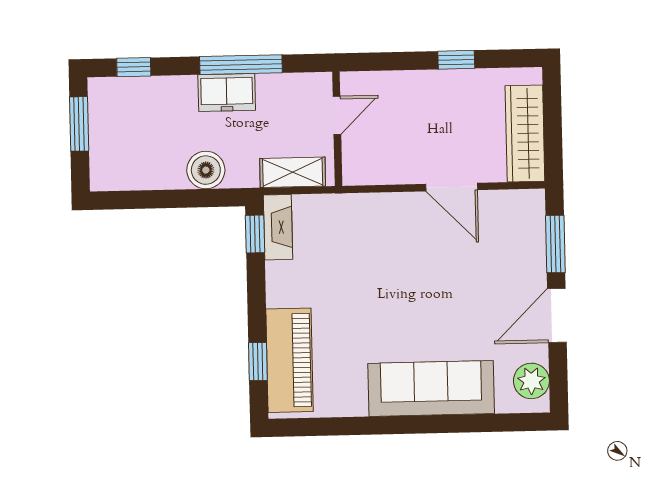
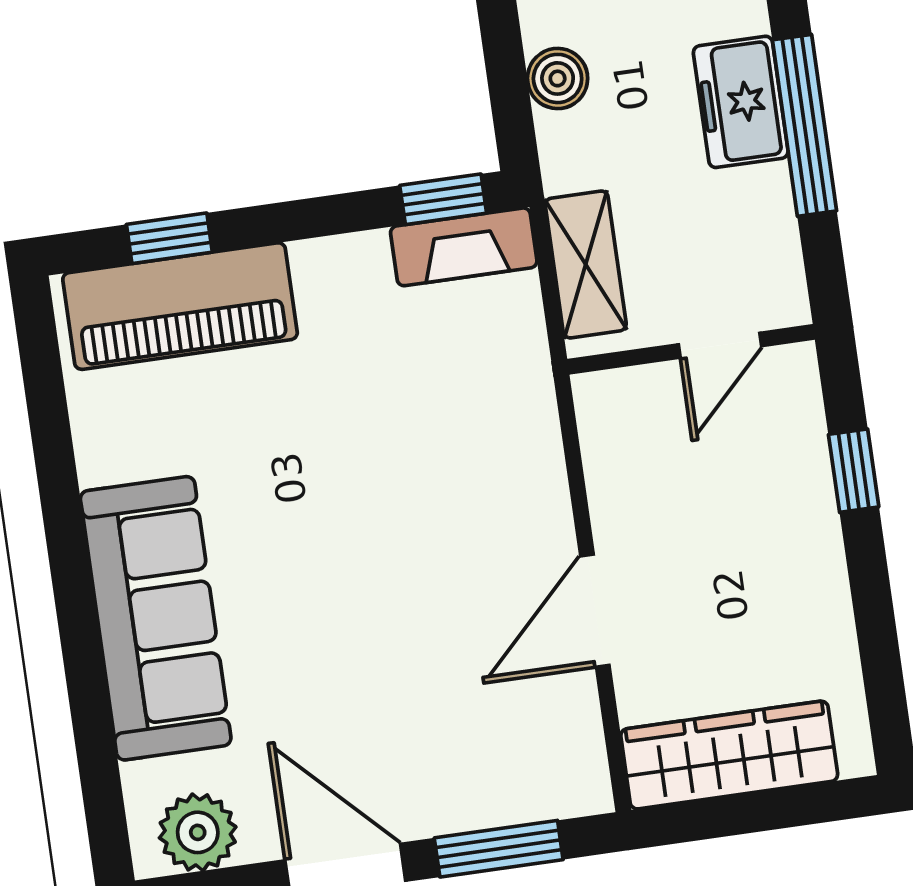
window: (456, 60) -> (854, 471), moved
door: (337, 115) -> (720, 345), hinge flipped
boiler: (206, 170) -> (558, 78), width x0.73, depth x0.73

